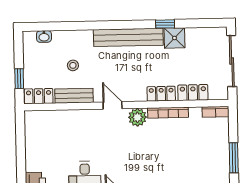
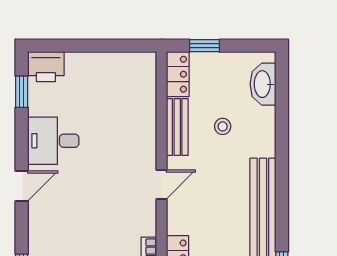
washbasin: (44, 36) -> (263, 84), width x1.91, depth x1.45
plant: (137, 117) -> (143, 221), removed

